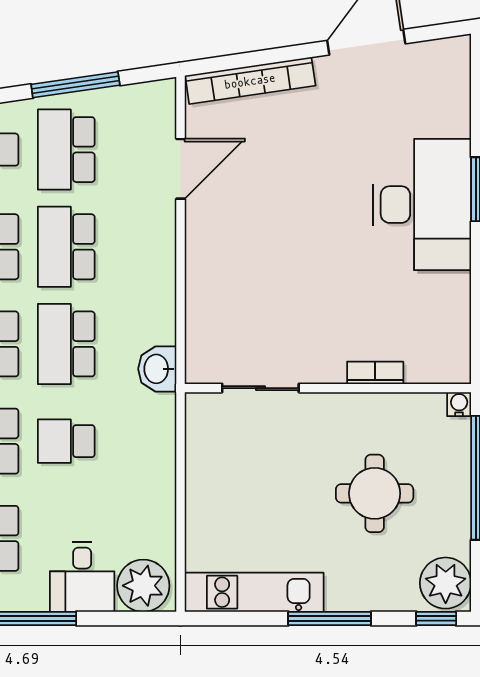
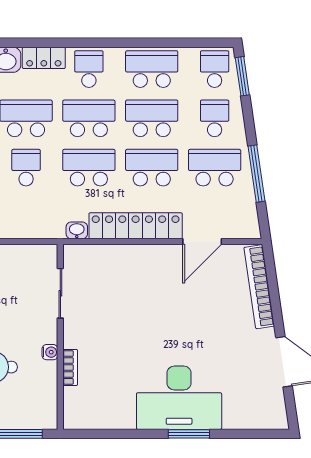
door: (180, 169) -> (202, 242), hinge flipped
locker: (156, 272) -> (136, 226), added
washbasin: (157, 369) -> (77, 230), width x0.72, depth x0.69
water cooler: (459, 404) -> (50, 352), moved

